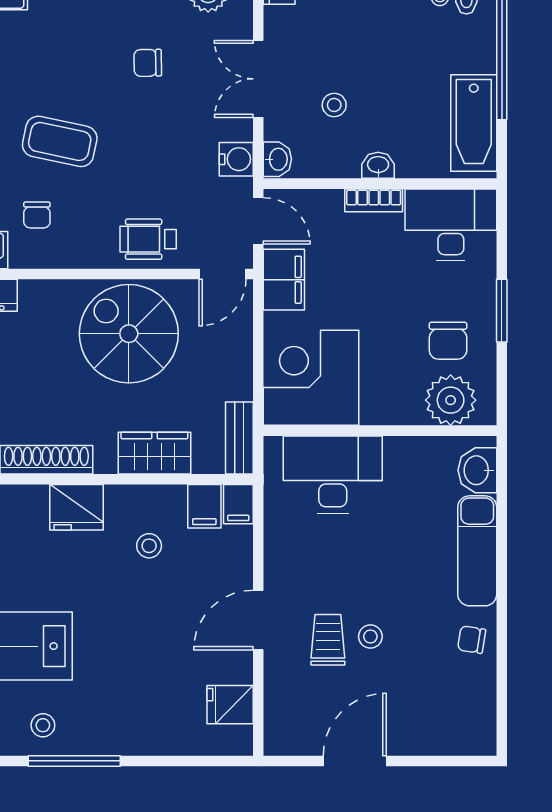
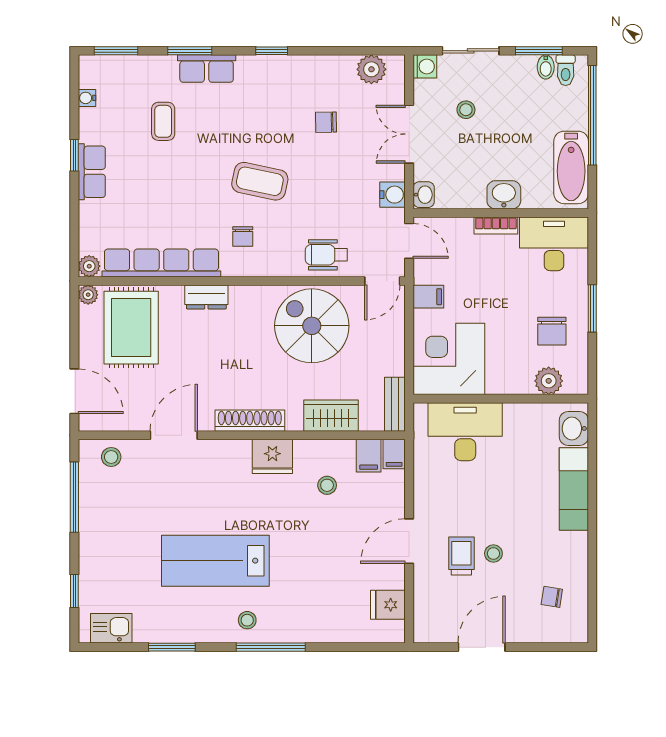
stool: (334, 105) -> (466, 110), moved
washbasin: (378, 165) -> (504, 195), width x1.38, depth x1.45
filing cabinet: (284, 280) -> (428, 297), width x0.50
plant: (451, 400) -> (549, 381), width x0.73, depth x0.73
chair: (472, 640) -> (552, 597), moved

